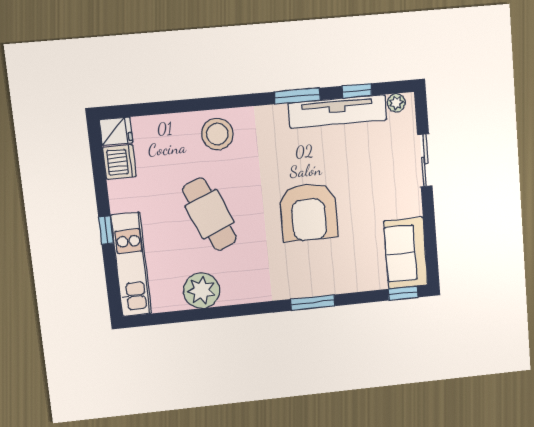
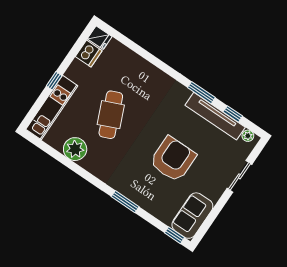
stool: (217, 134) -> (147, 79), removed
armchair: (309, 212) -> (173, 159), moved, turned 180

